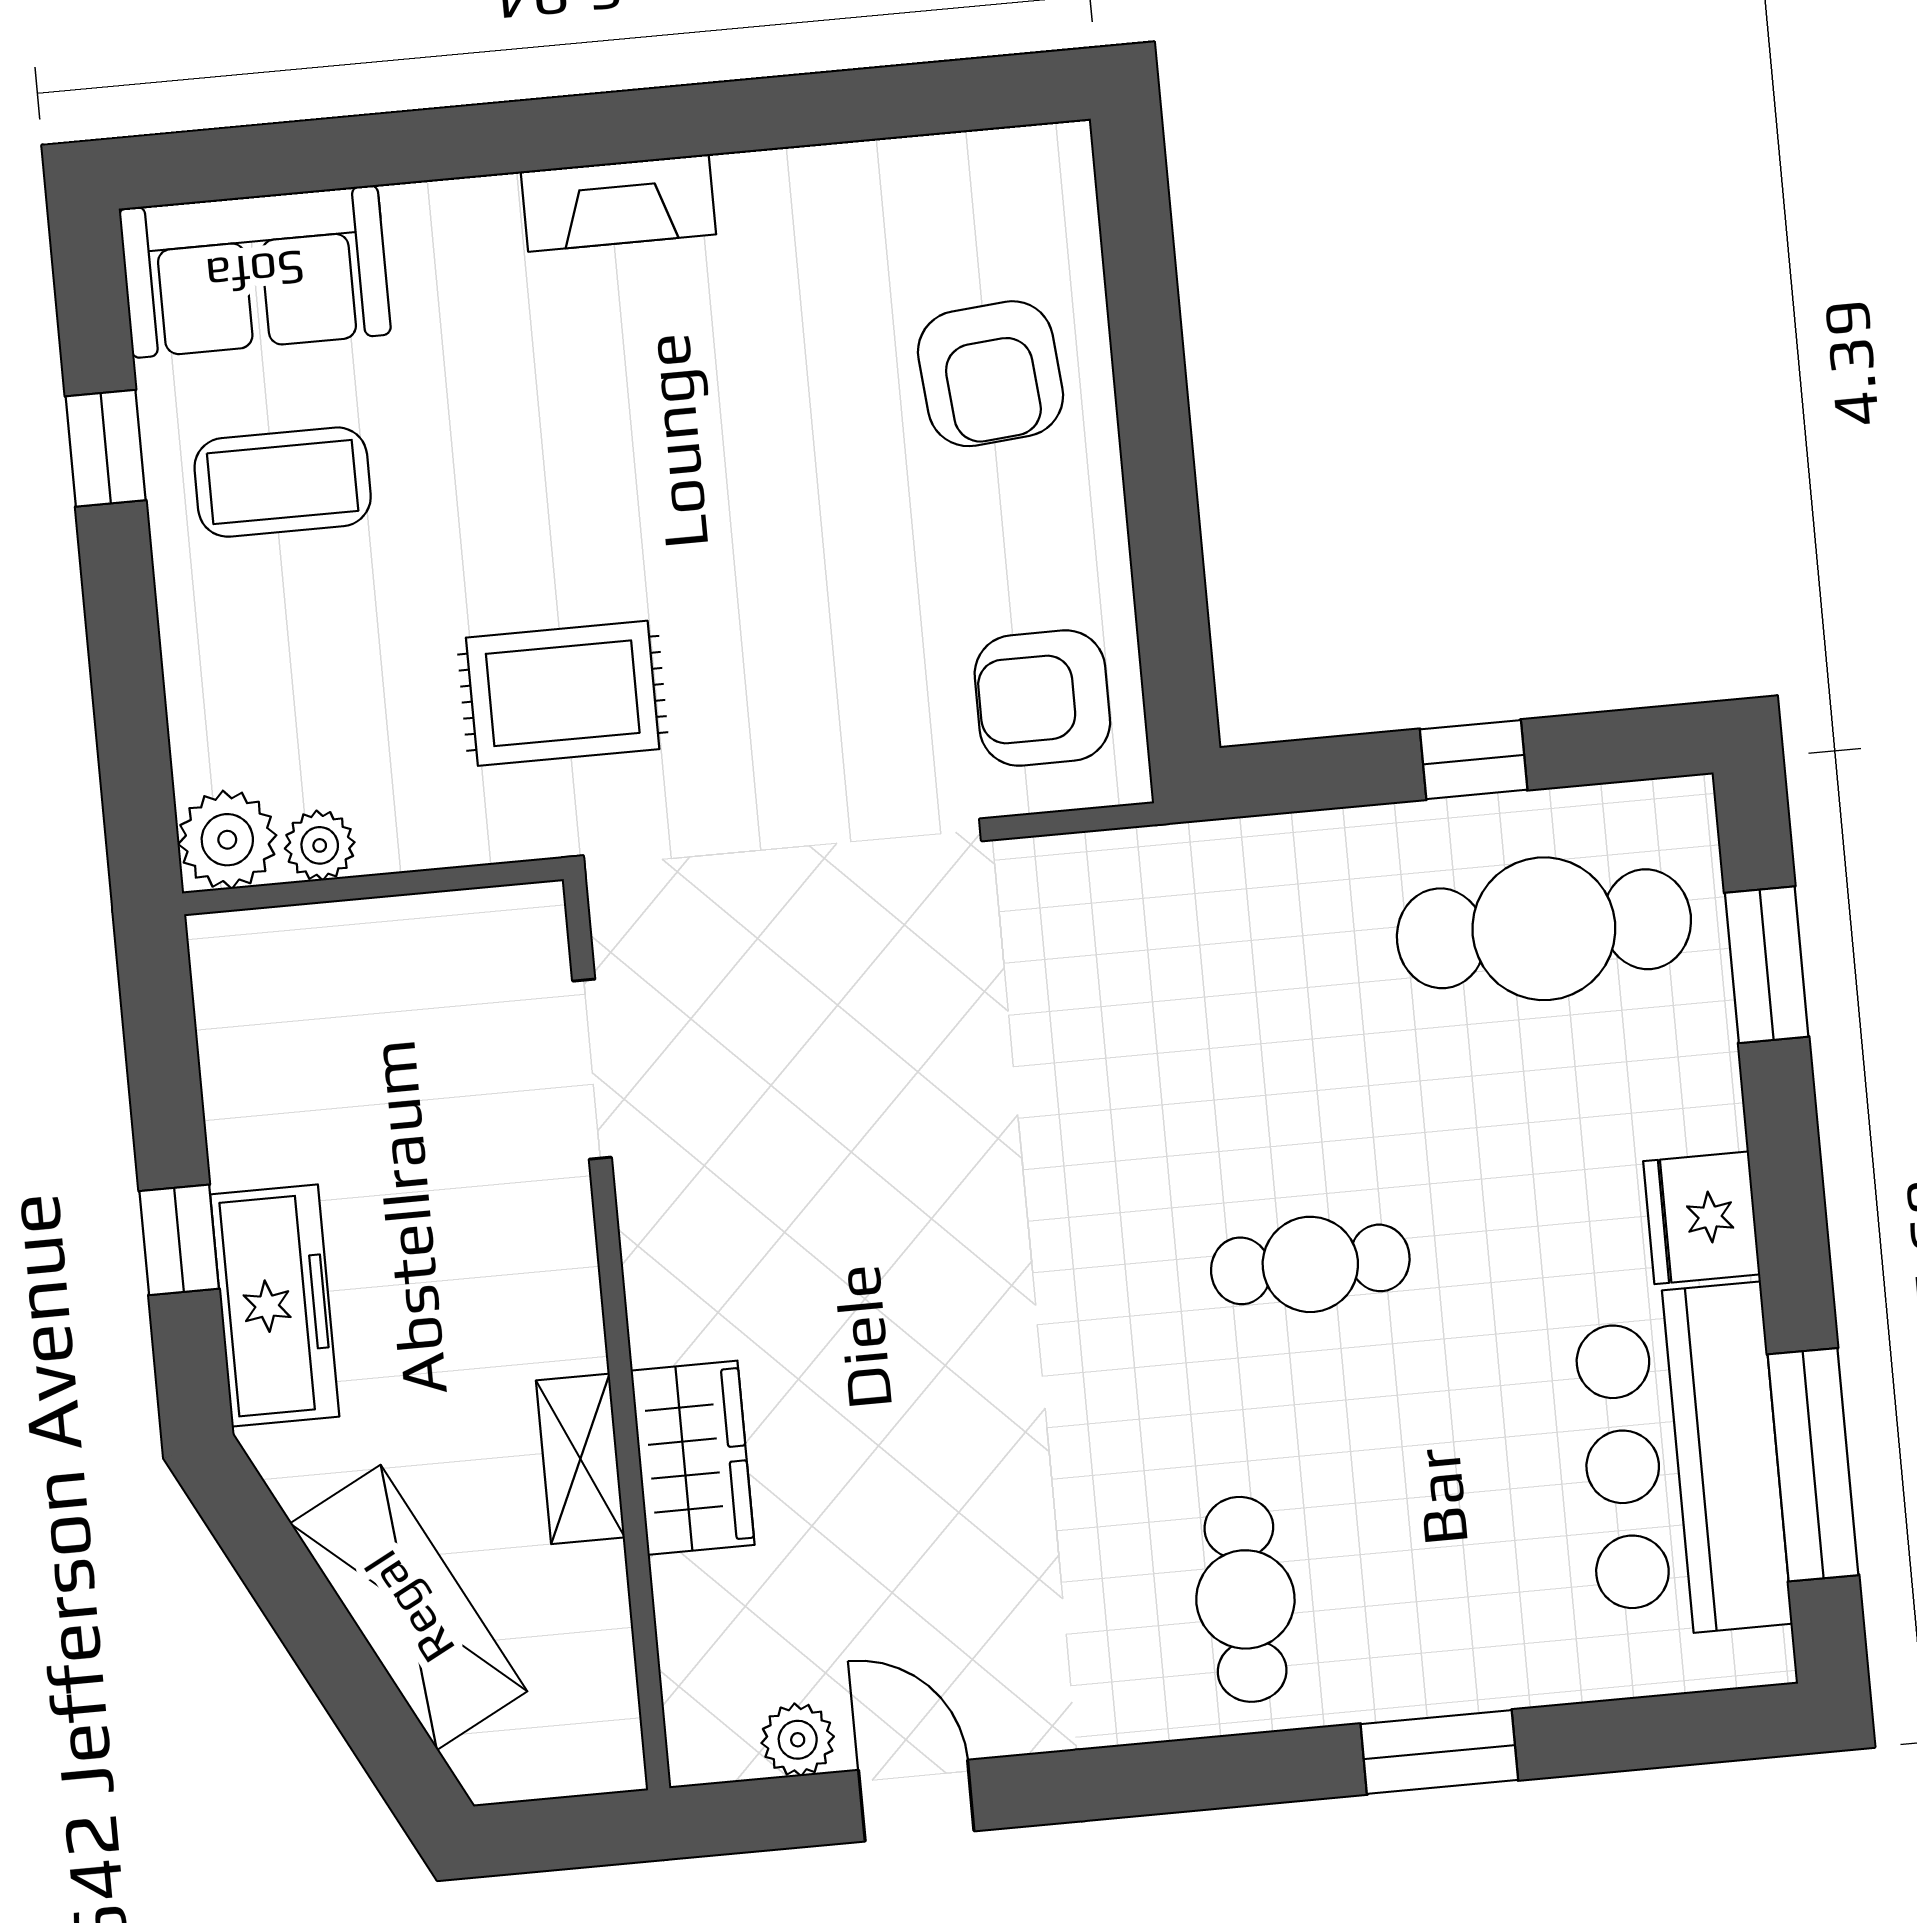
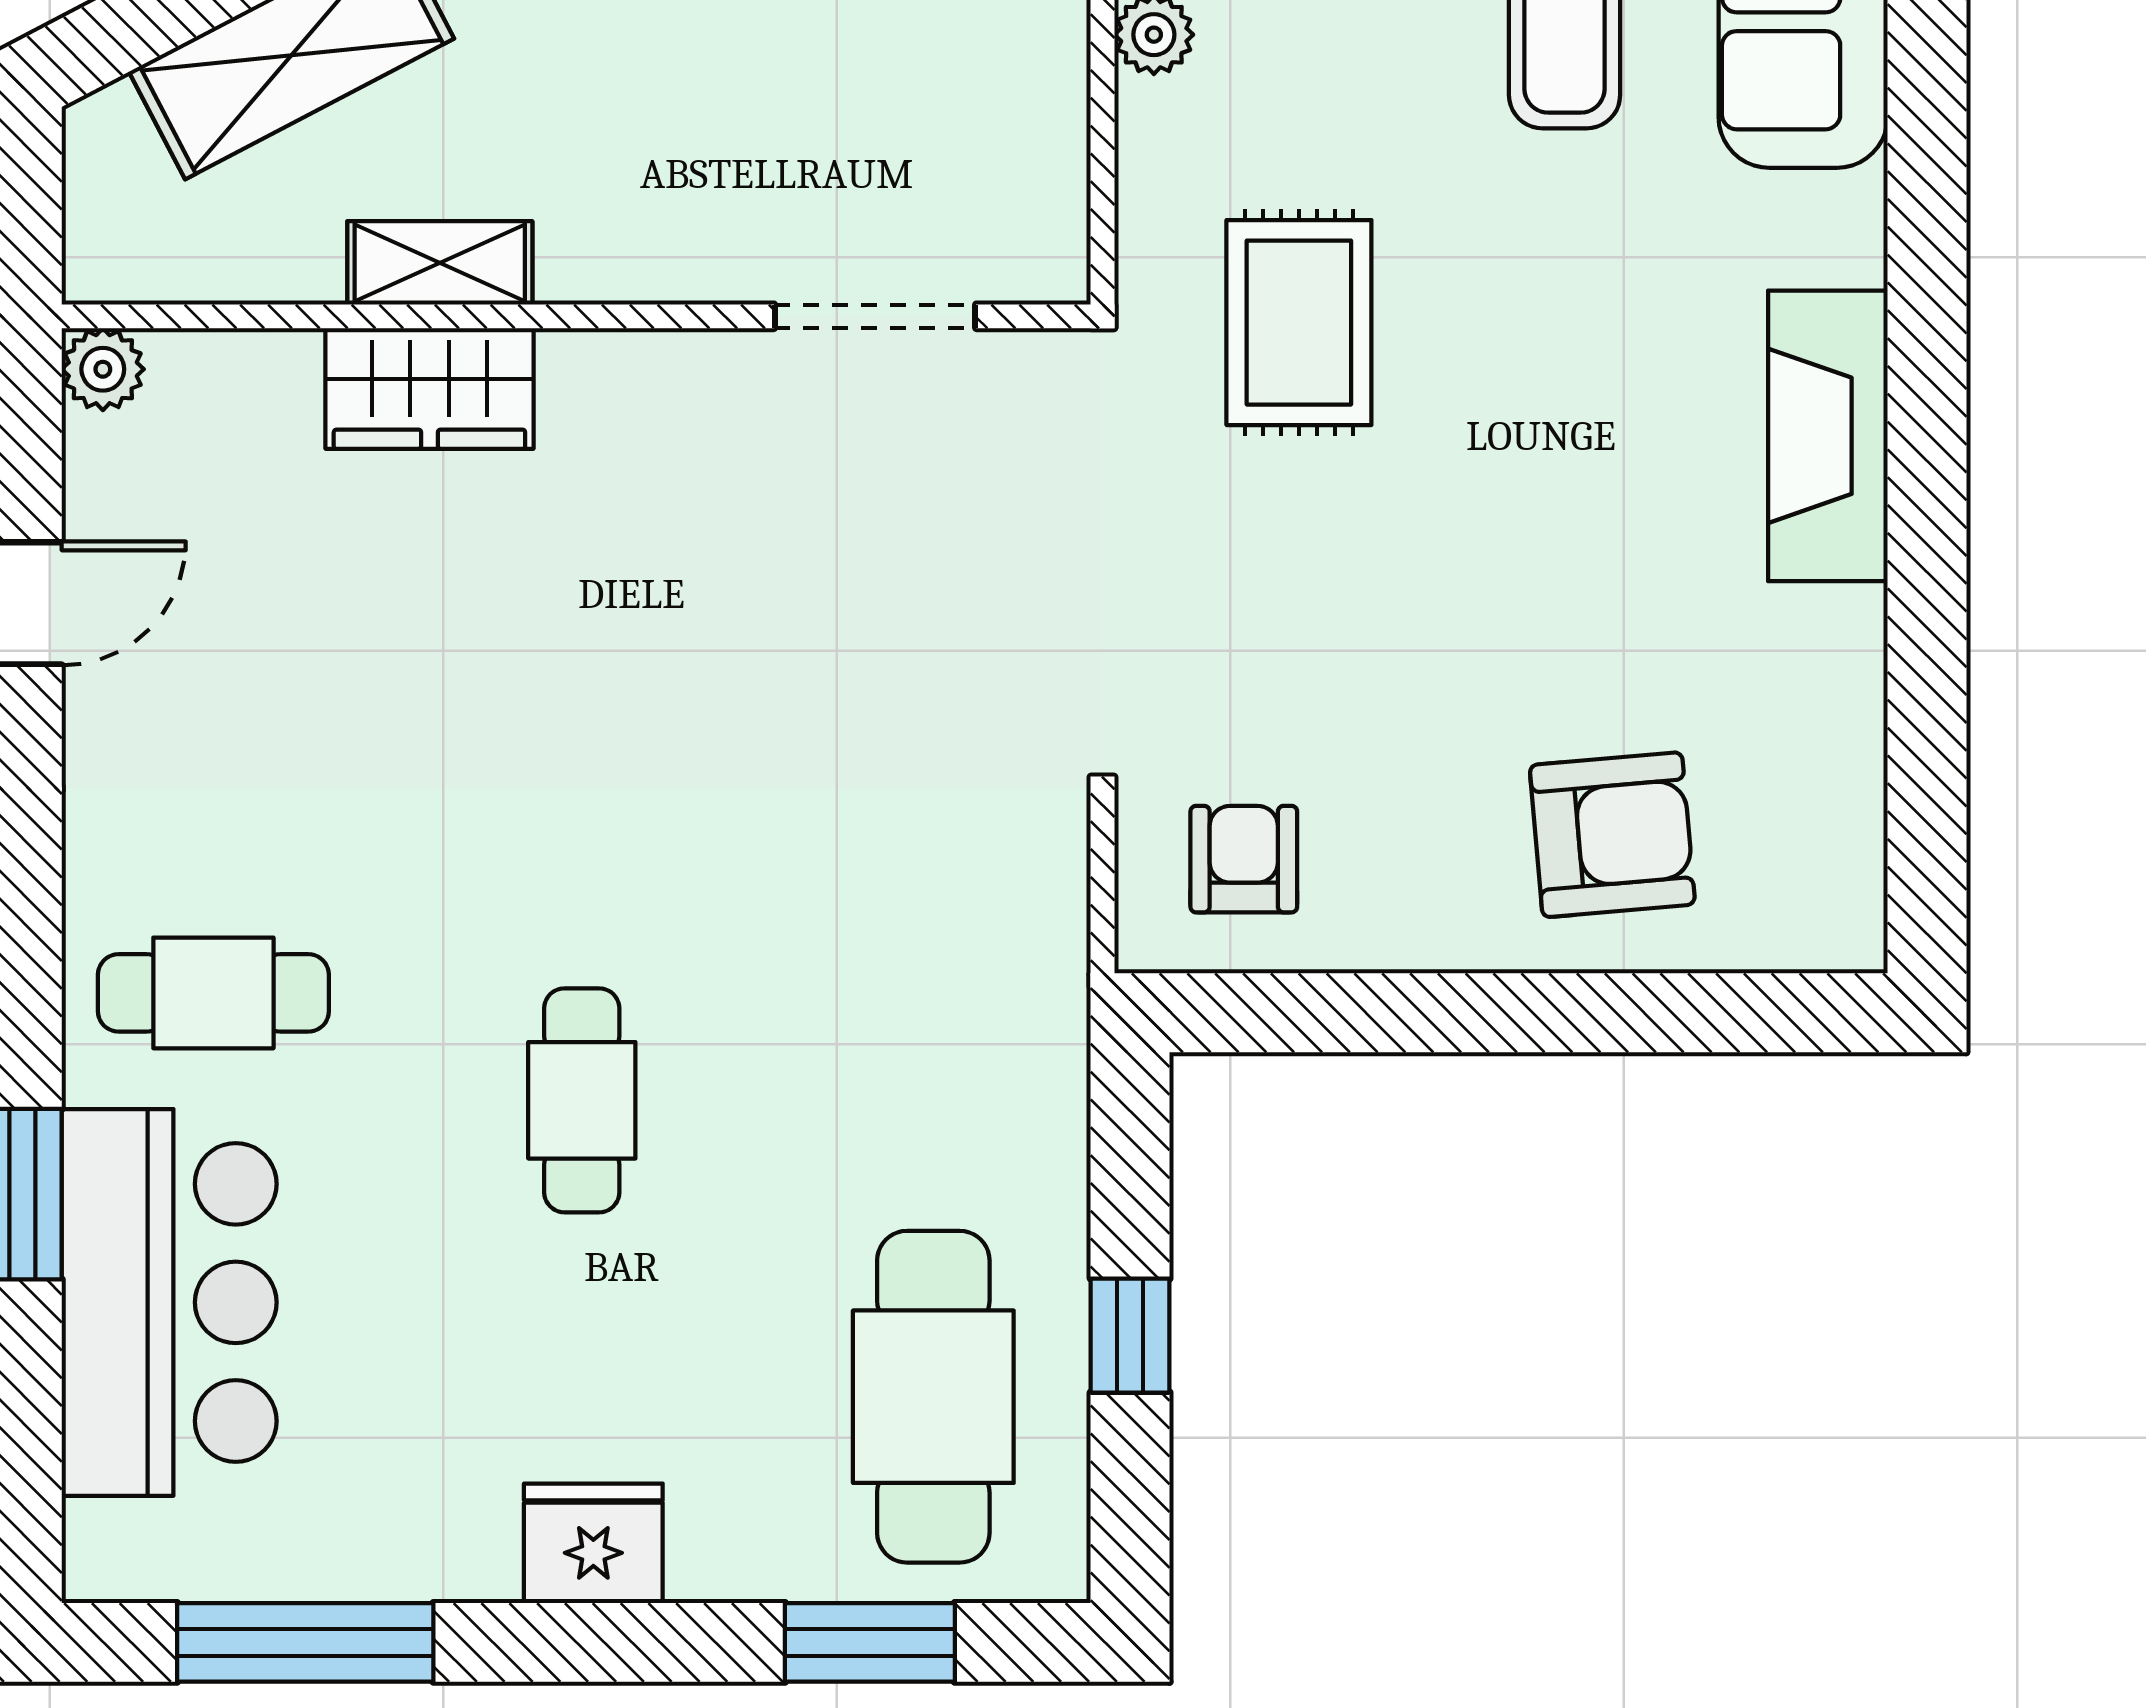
fireplace: (618, 203) -> (1828, 436), width x1.37, depth x1.32
armchair: (990, 374) -> (1612, 835), turned 180
armchair: (1042, 698) -> (1244, 859), width x0.72, depth x0.72
bar counter: (1682, 1461) -> (169, 1302), moved, turned 90
plant: (798, 1740) -> (103, 369), moved

